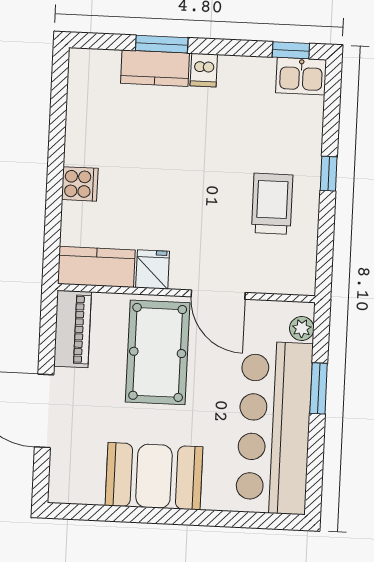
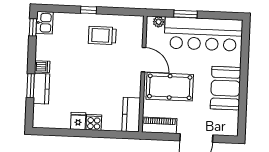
fridge: (153, 269) -> (78, 121), moved, turned 90
door: (218, 295) -> (143, 60), hinge flipped

